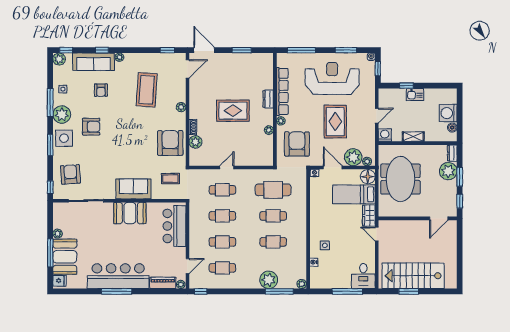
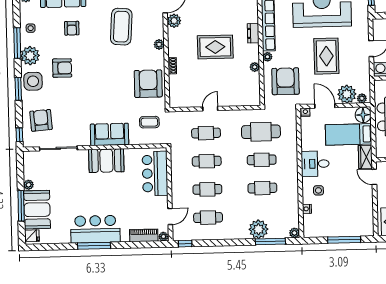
plant: (195, 142) -> (174, 21), moved
bar counter: (118, 276) -> (95, 229), width x0.73
desk: (363, 276) -> (315, 164), moved, turned 90

